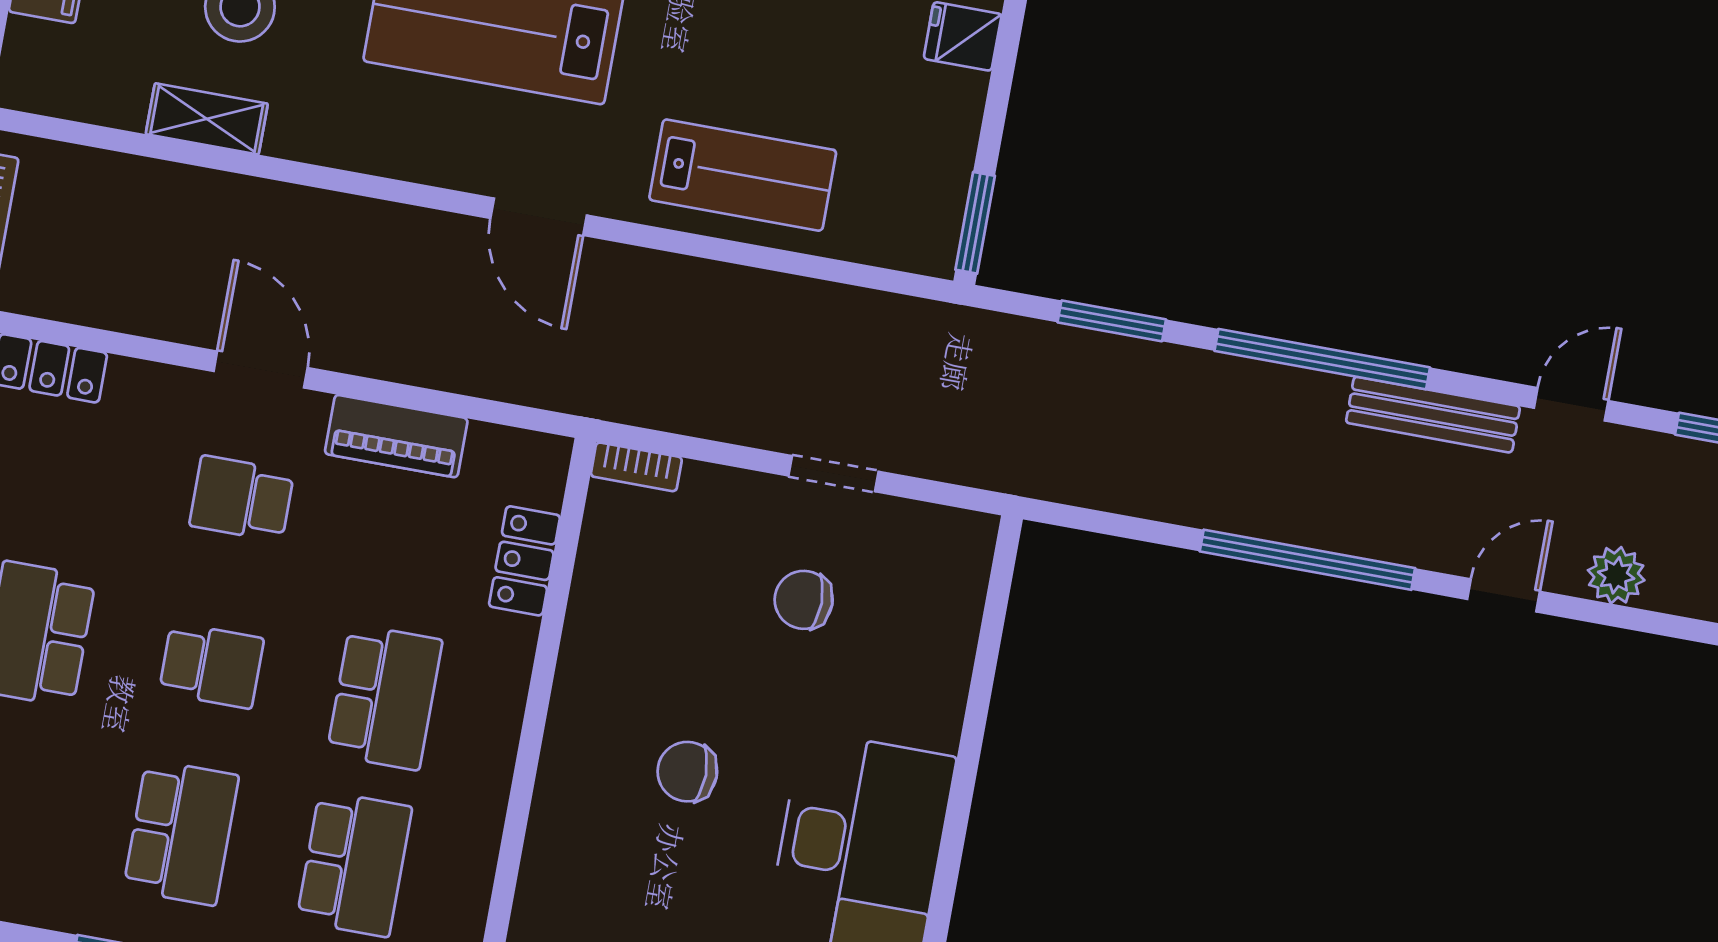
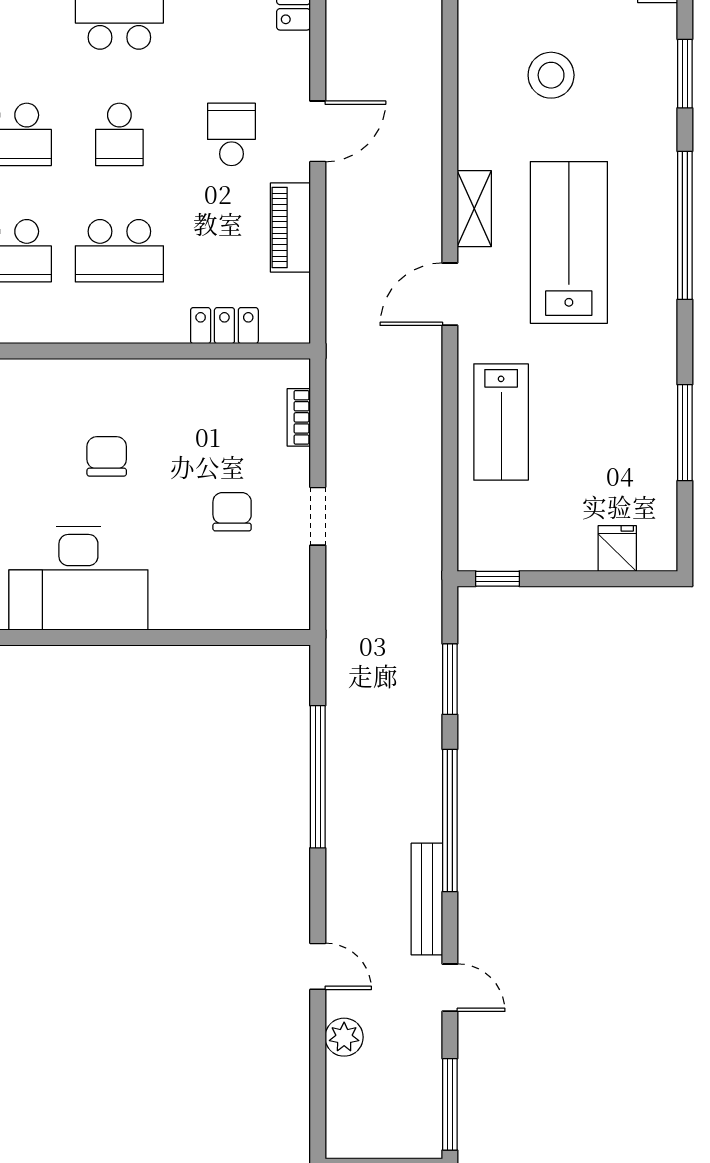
shelving: (207, 119) -> (474, 209), moved
window: (975, 223) -> (498, 579), width x0.67
bookcase: (636, 467) -> (299, 417), moved
window: (1307, 560) -> (318, 777), moved

